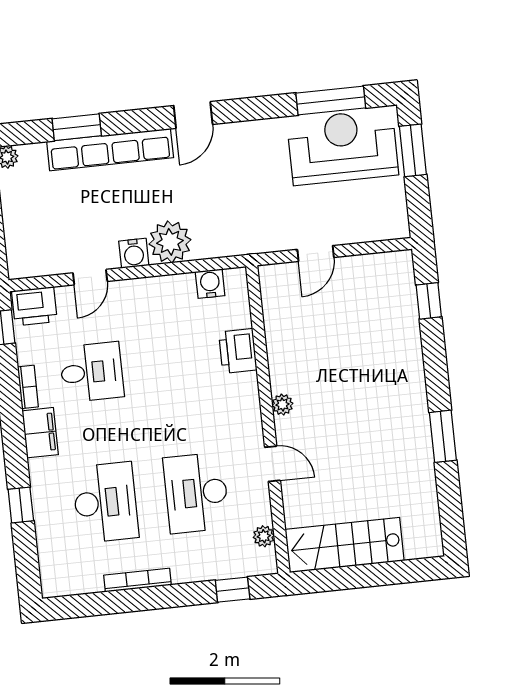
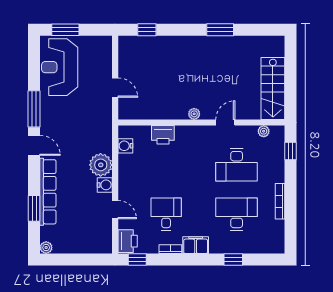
window: (331, 100) -> (34, 109), moved

